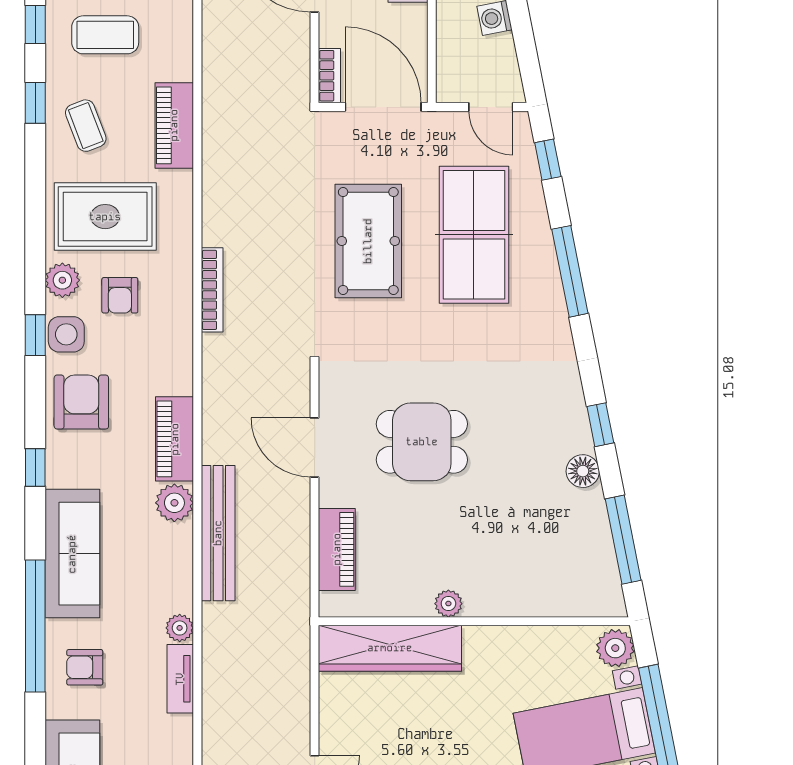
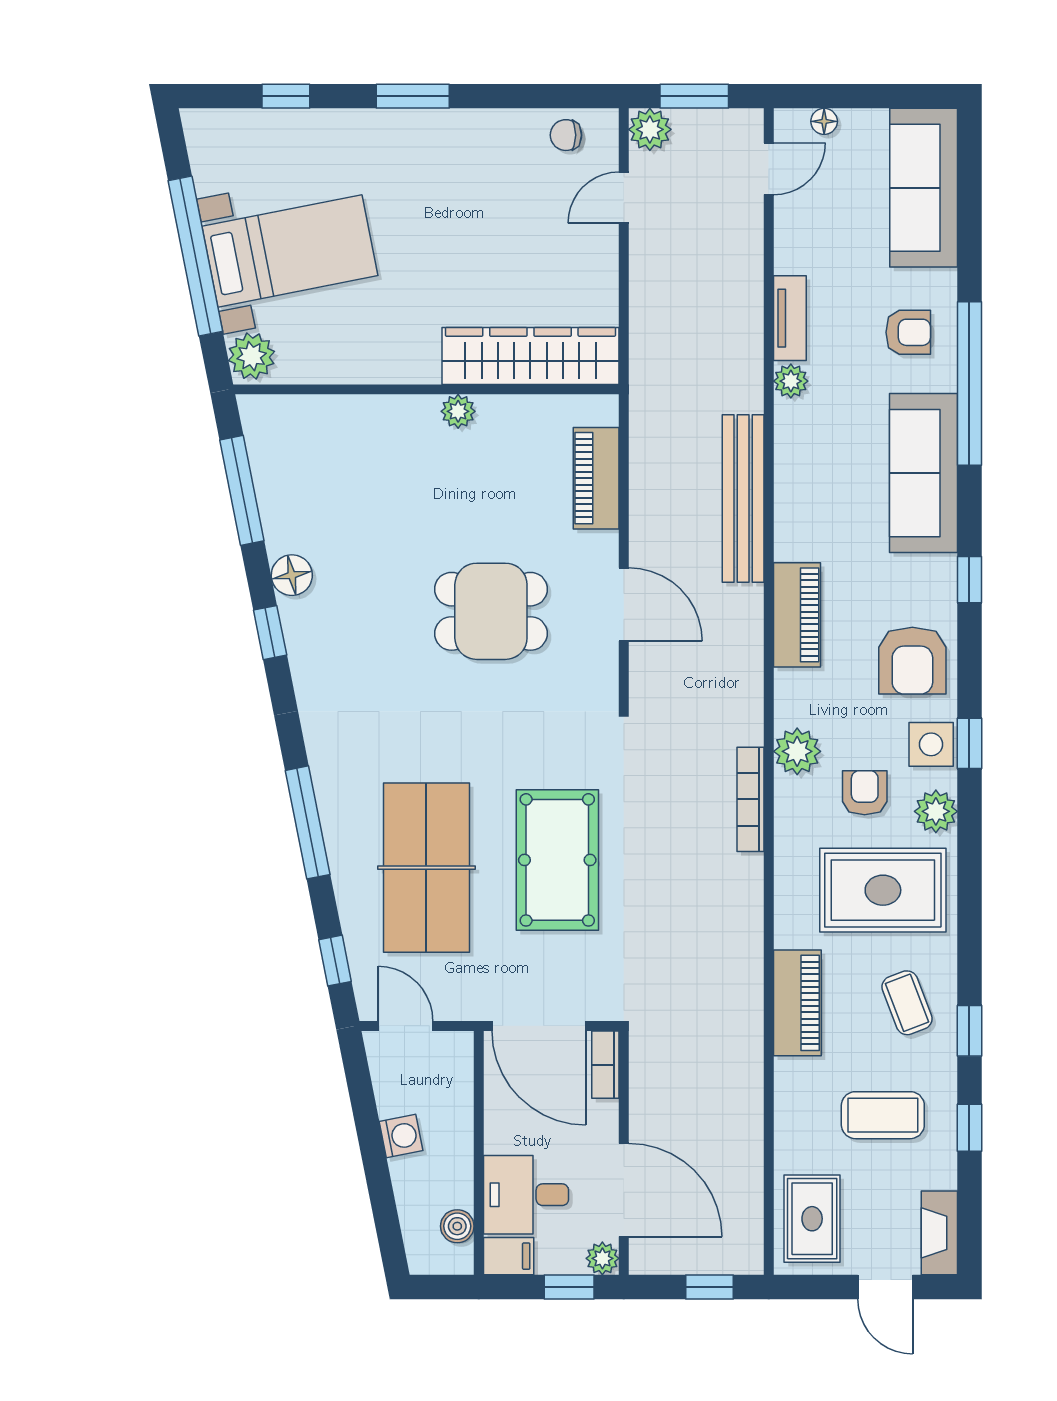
plant: (174, 503) -> (797, 751), moved

